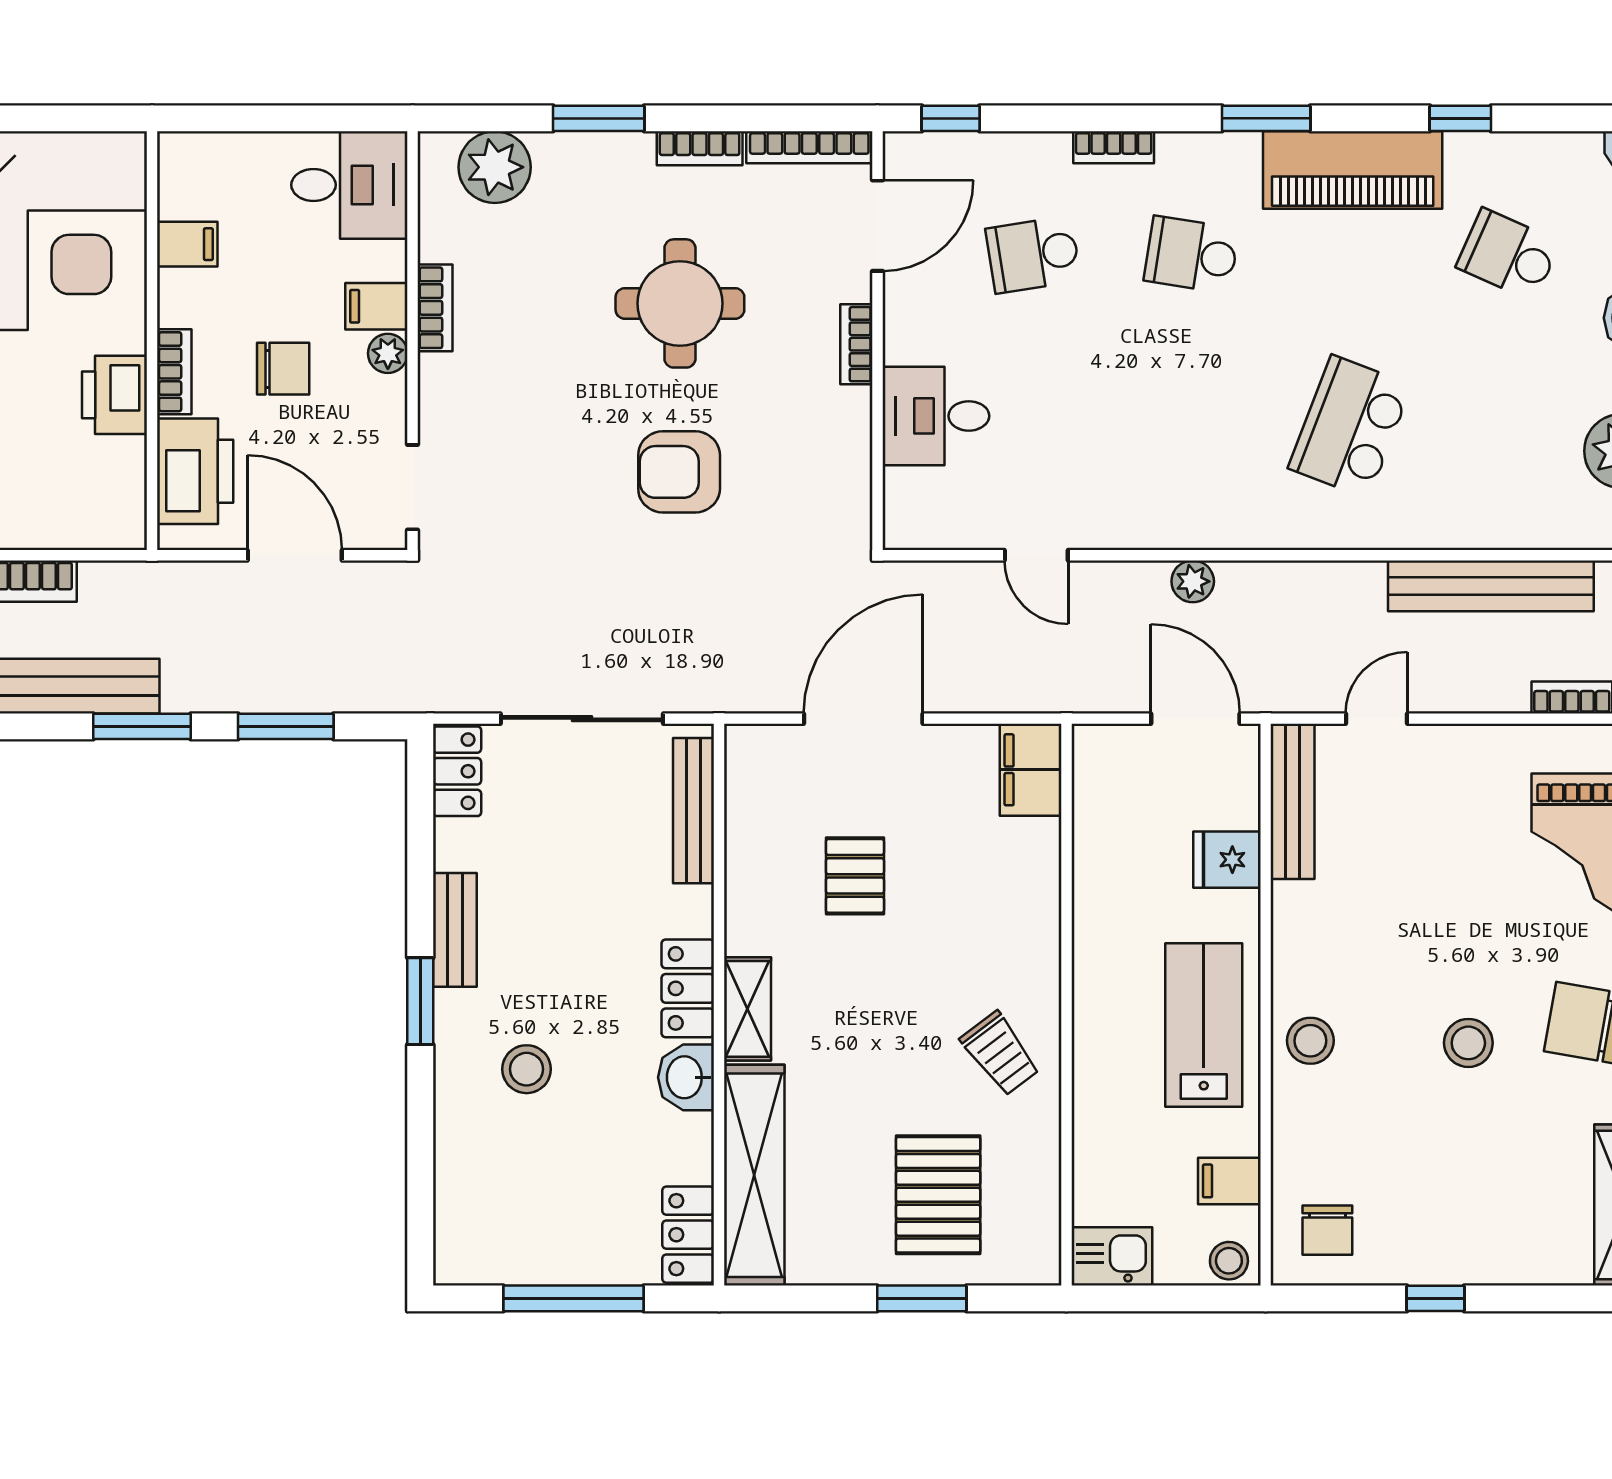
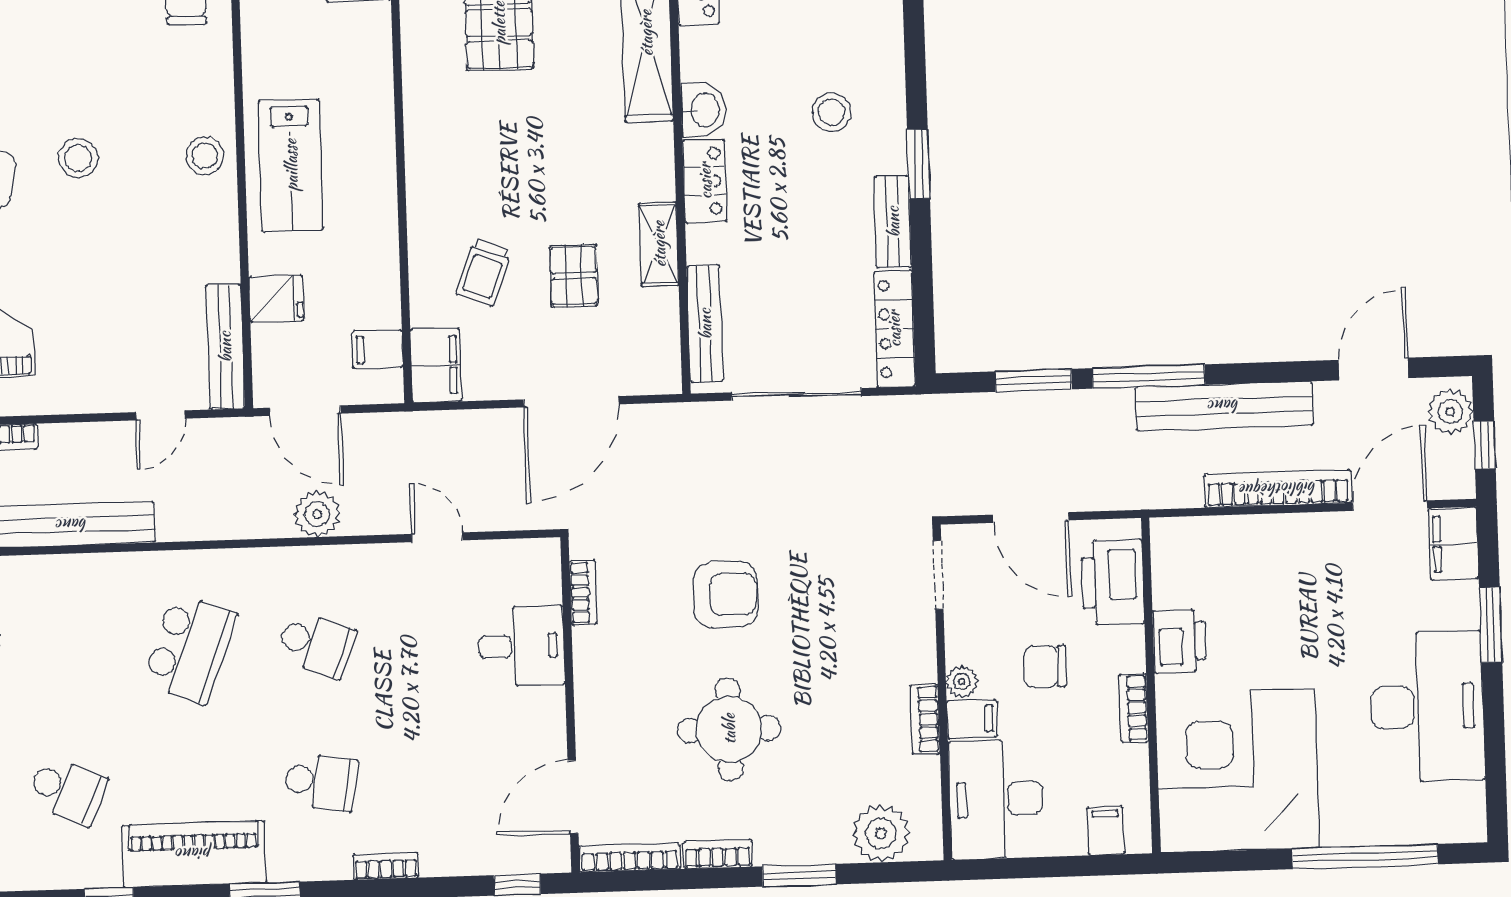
desk: (349, 185) -> (996, 799), width x1.37
filing cabinet: (187, 244) -> (1106, 831), moved, turned 90
school desk: (1033, 255) -> (316, 644), moved, turned 30
bookcase: (856, 344) -> (583, 592), moved
bookcase: (174, 372) -> (1134, 708), moved
plant: (1193, 581) -> (317, 514), width x1.38, depth x1.38
window: (142, 726) -> (1149, 376), width x1.44
locker: (457, 771) -> (894, 329), width x1.53
shelving: (747, 1009) -> (659, 244), moved
trolley: (1000, 1054) -> (484, 273), moved, turned -122
filing cabinet: (1229, 1181) -> (378, 349), moved, turned 180

